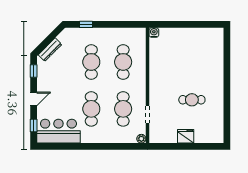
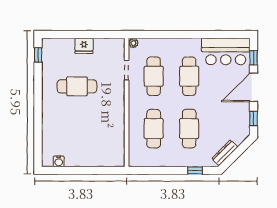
water cooler: (154, 33) -> (59, 161), moved
dresser: (50, 50) -> (225, 153), moved
door: (34, 99) -> (254, 87), width x1.87
cafe table: (192, 100) -> (77, 86), width x1.37, depth x1.35
window: (227, 128) -> (38, 55), added

